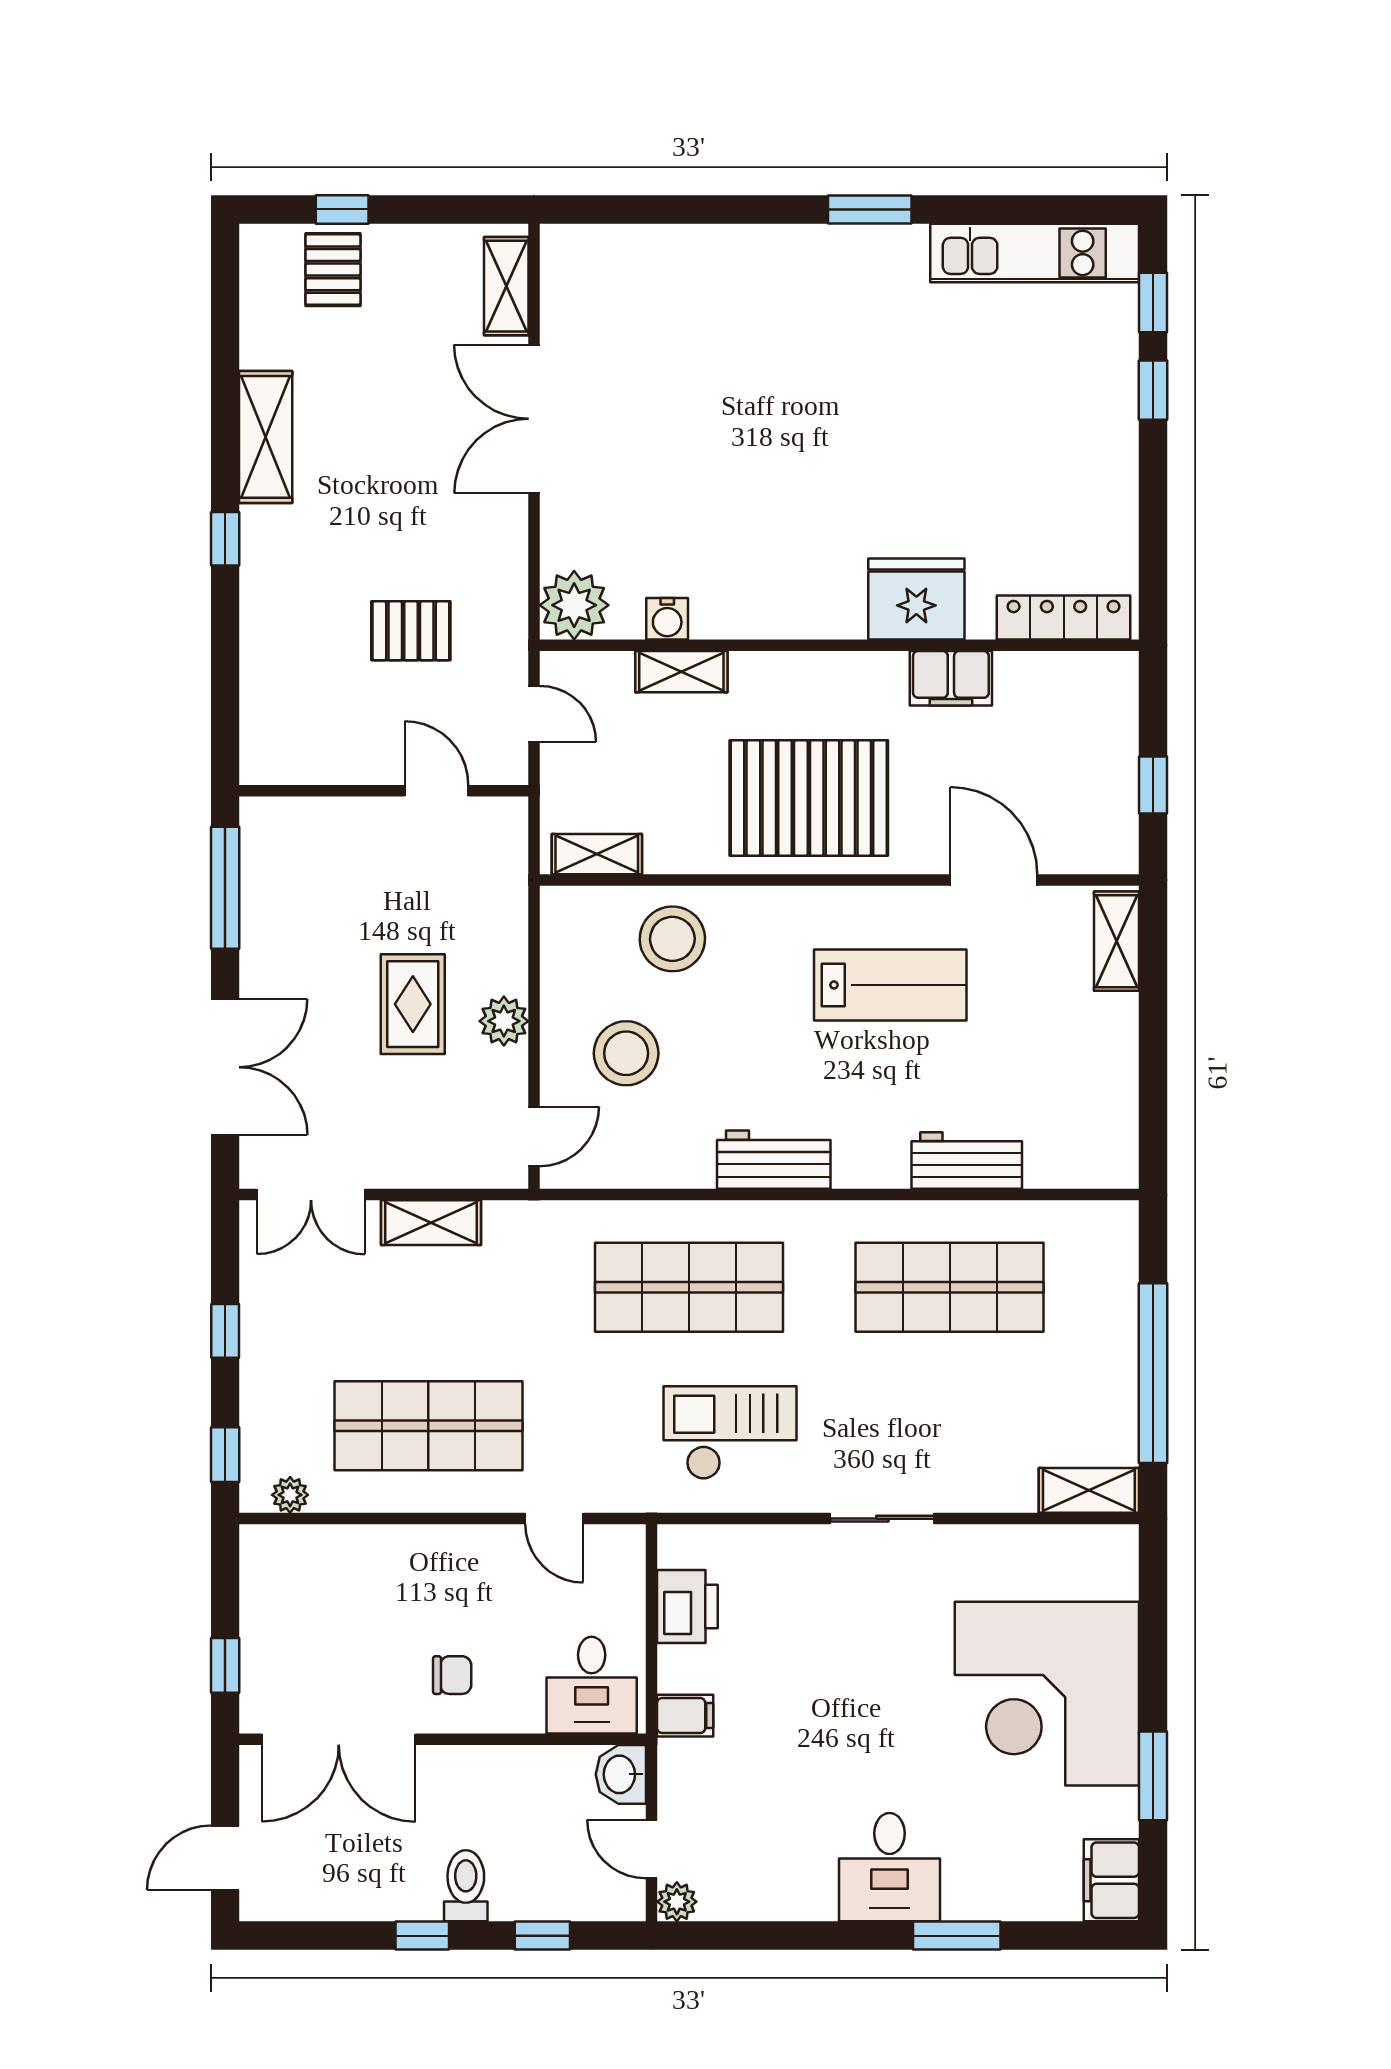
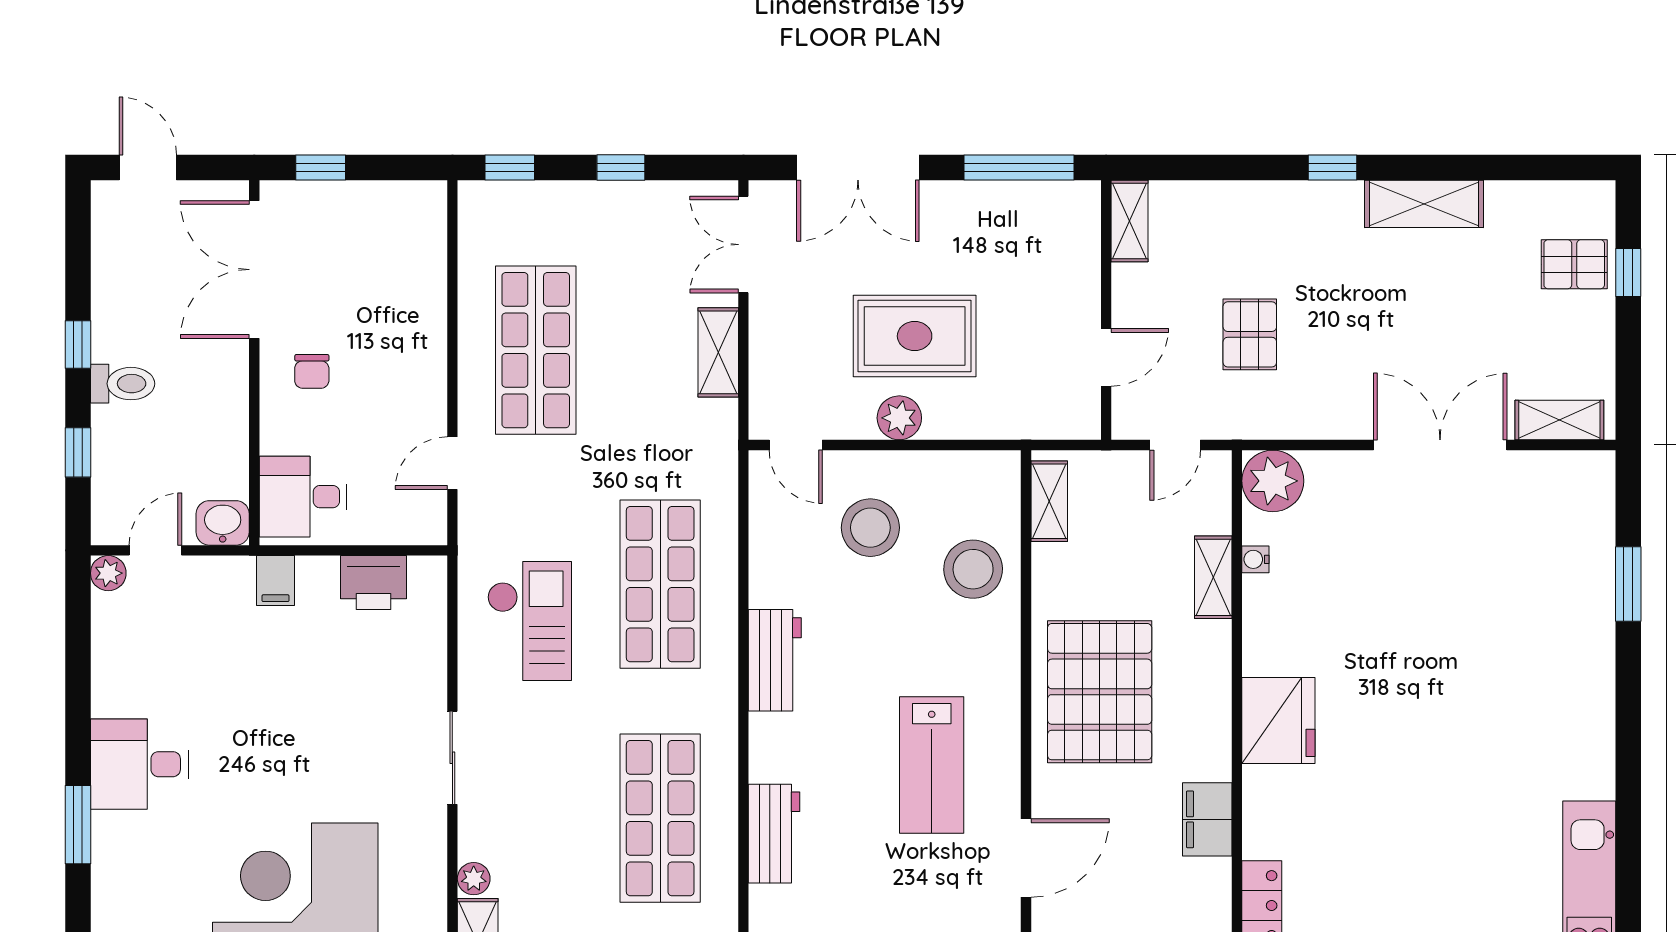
window: (870, 209) -> (1628, 584), moved
fridge: (916, 599) -> (1278, 720), moved
water cooler: (667, 619) -> (1255, 559), width x0.72, depth x0.72
shelving: (285, 765) -> (1130, 221), added
rug: (413, 1004) -> (915, 336), width x1.36, depth x1.43
plant: (290, 1495) -> (474, 879), moved

